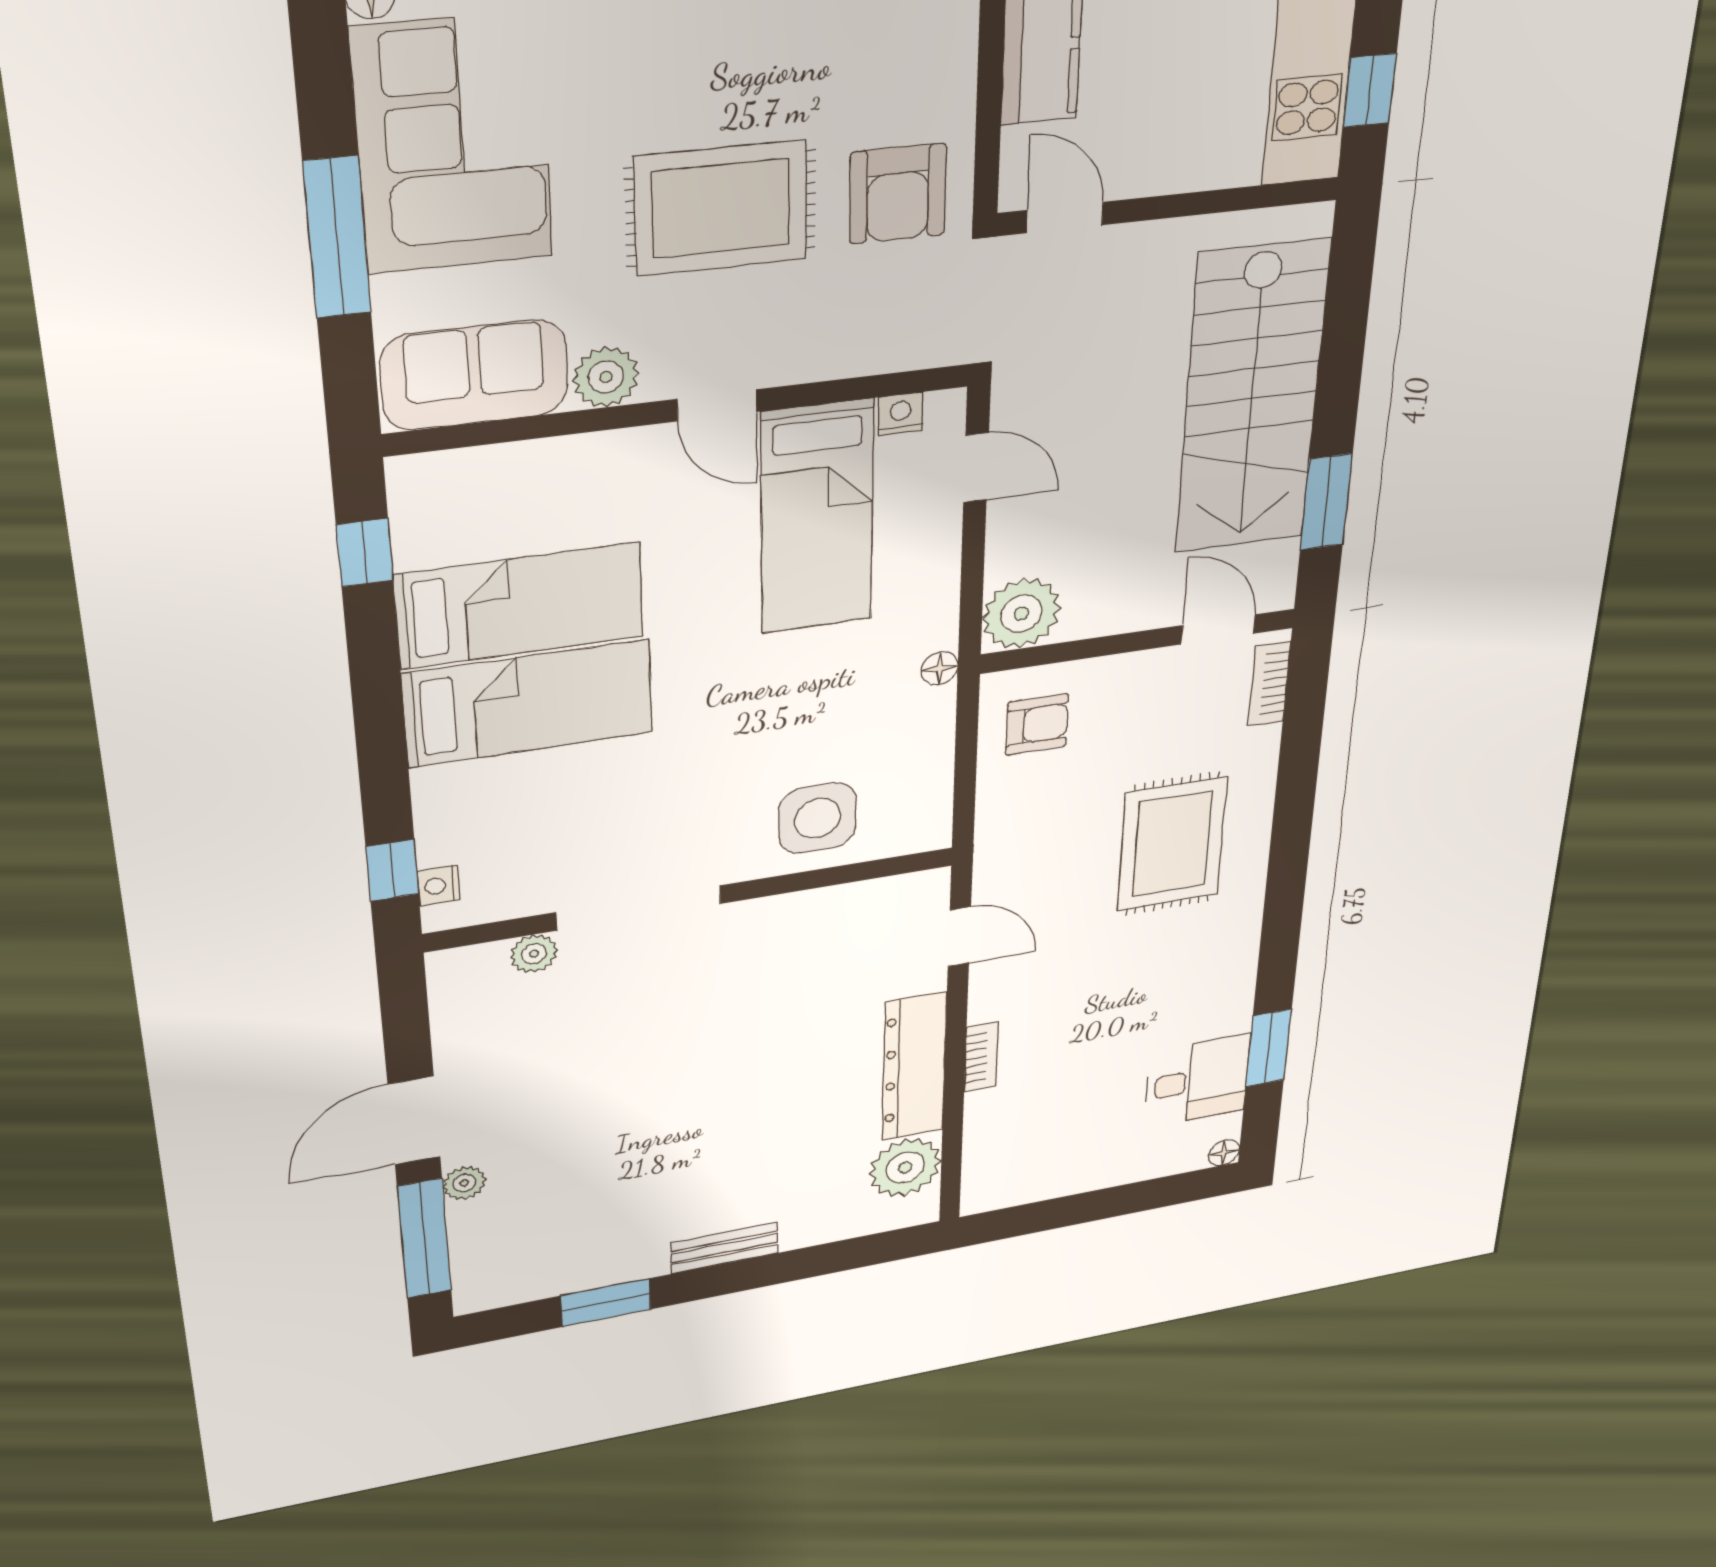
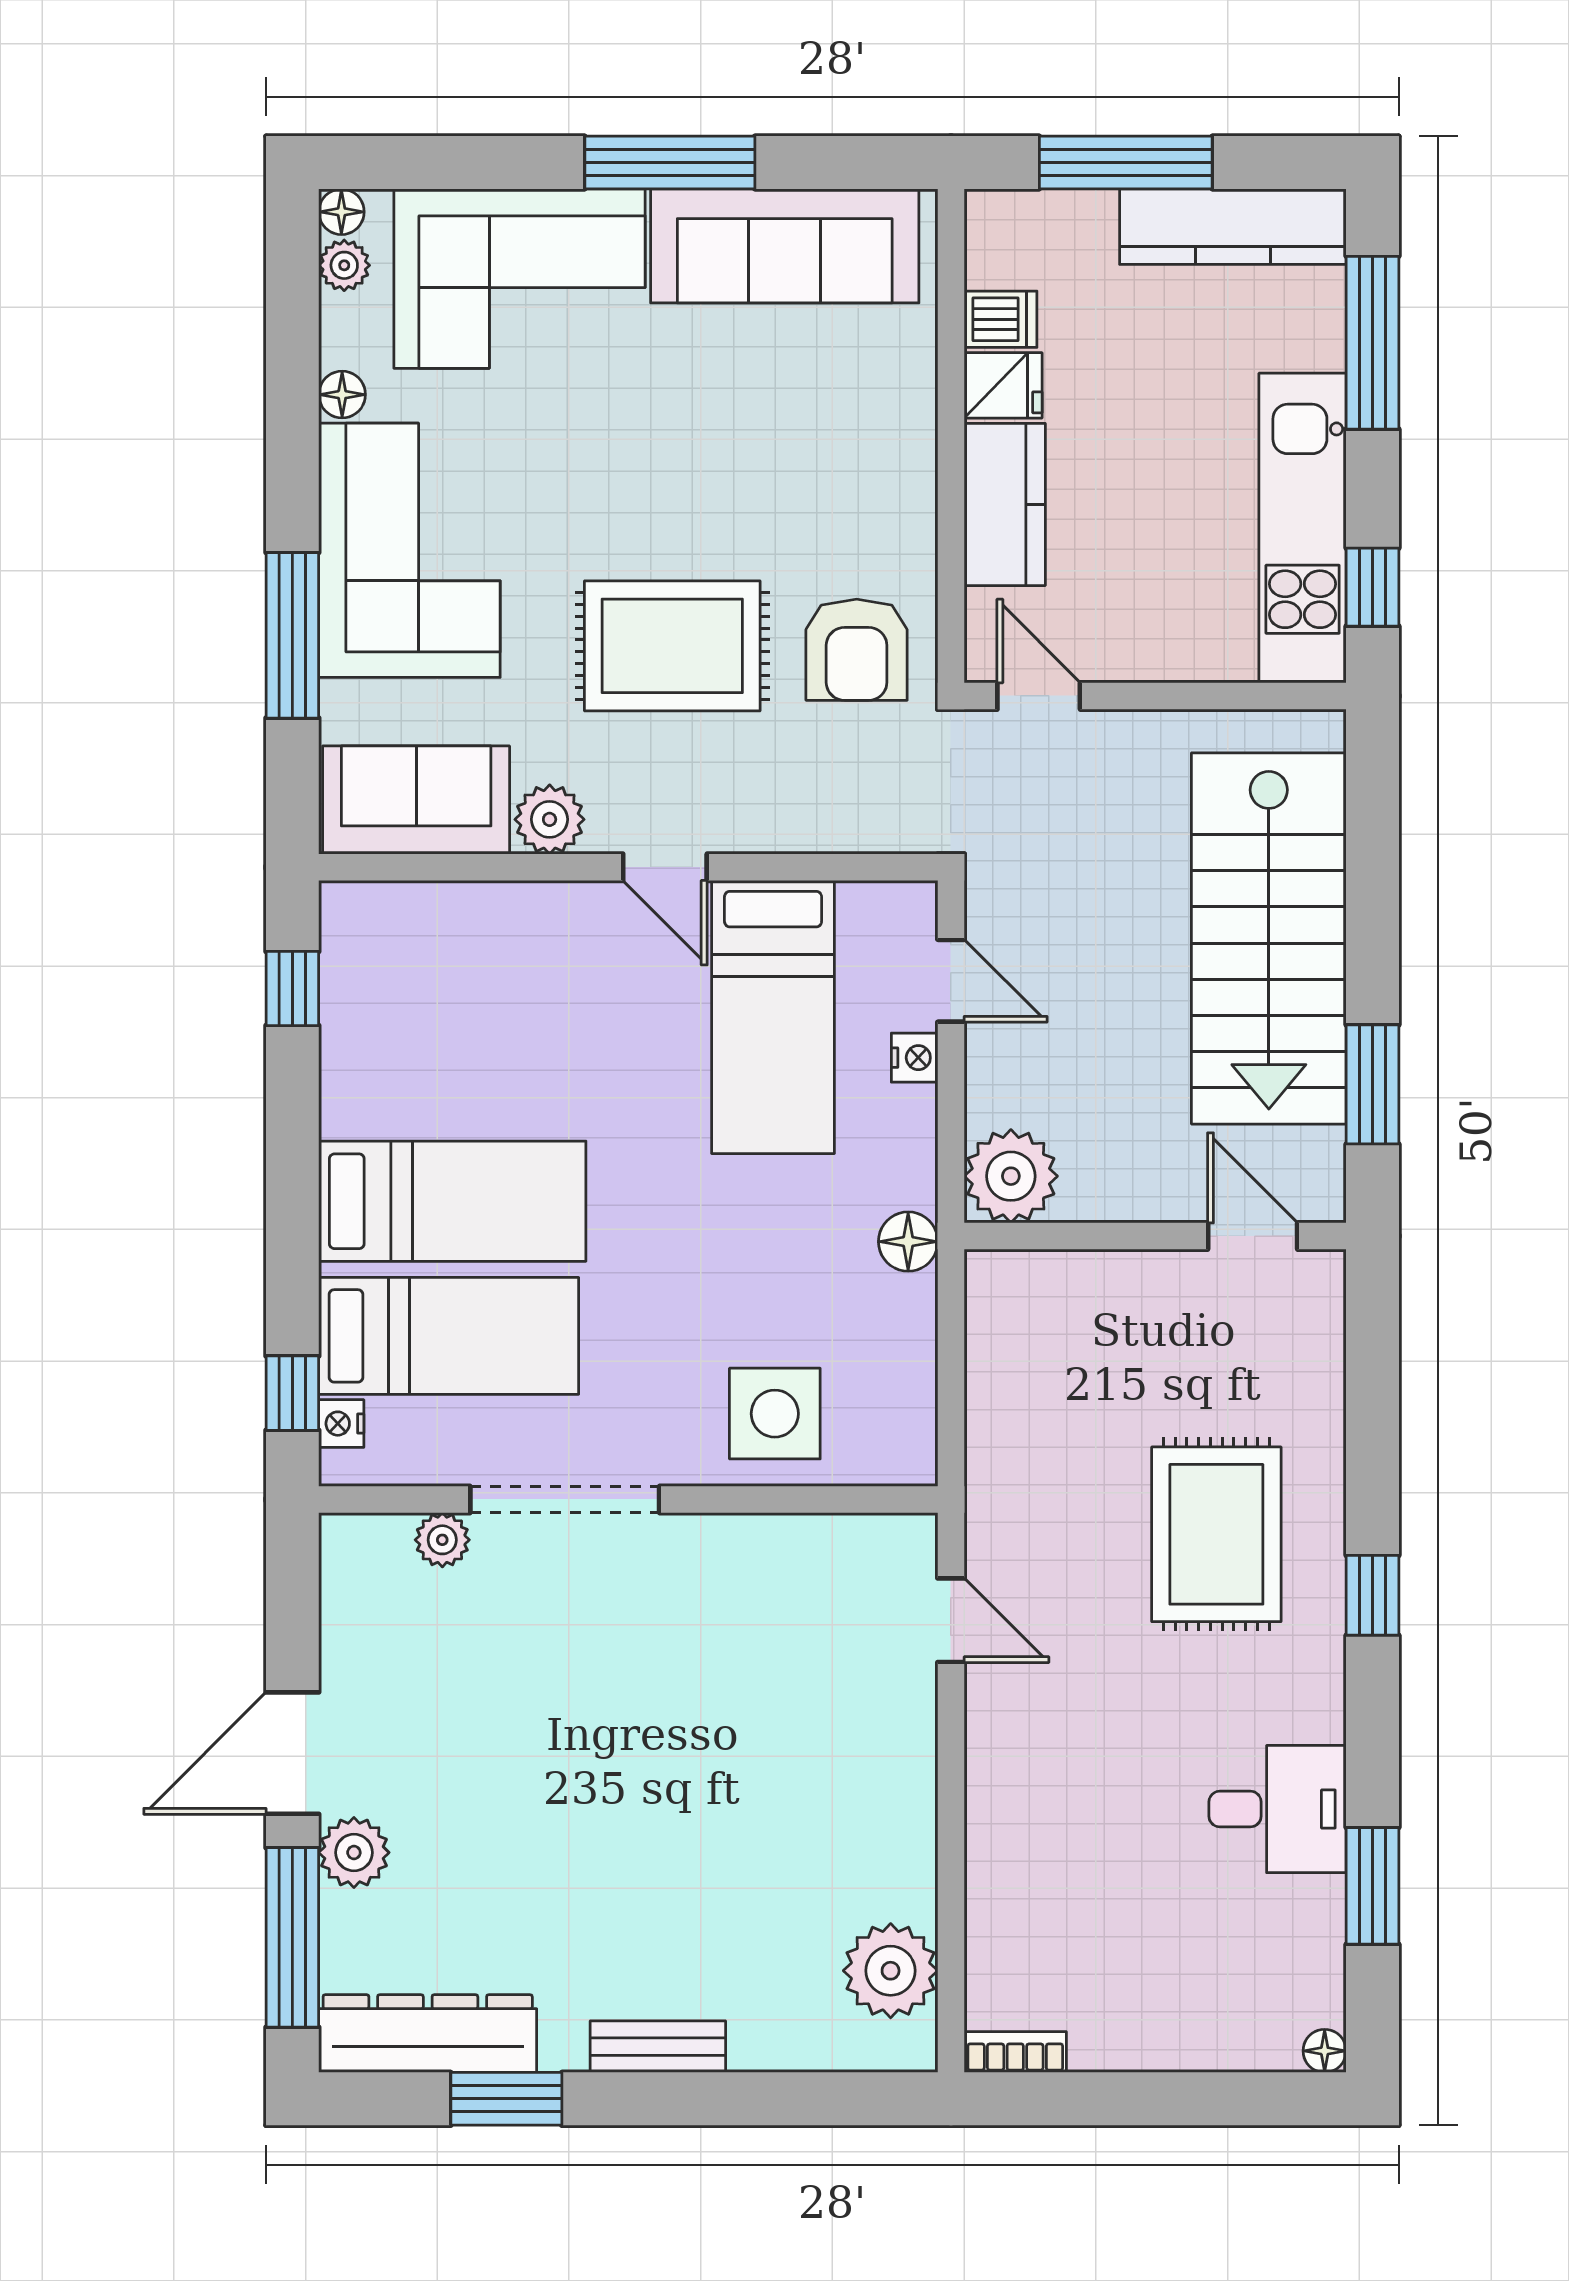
nightstand: (901, 414) -> (915, 1058), moved, turned 90
bed: (520, 606) -> (449, 1336), moved
floor lamp: (940, 668) -> (908, 1242), width x1.37, depth x1.37
bookcase: (1269, 684) -> (1324, 1323), removed
armchair: (1037, 724) -> (1036, 1330), removed
window: (1288, 864) -> (1372, 1595), added
bookcase: (981, 1057) -> (1015, 2052), moved, turned -90
dresser: (914, 1067) -> (428, 2034), moved, turned 90
desk: (1197, 1081) -> (1278, 1809), moved
plant: (464, 1183) -> (354, 1853), width x1.38, depth x1.38

